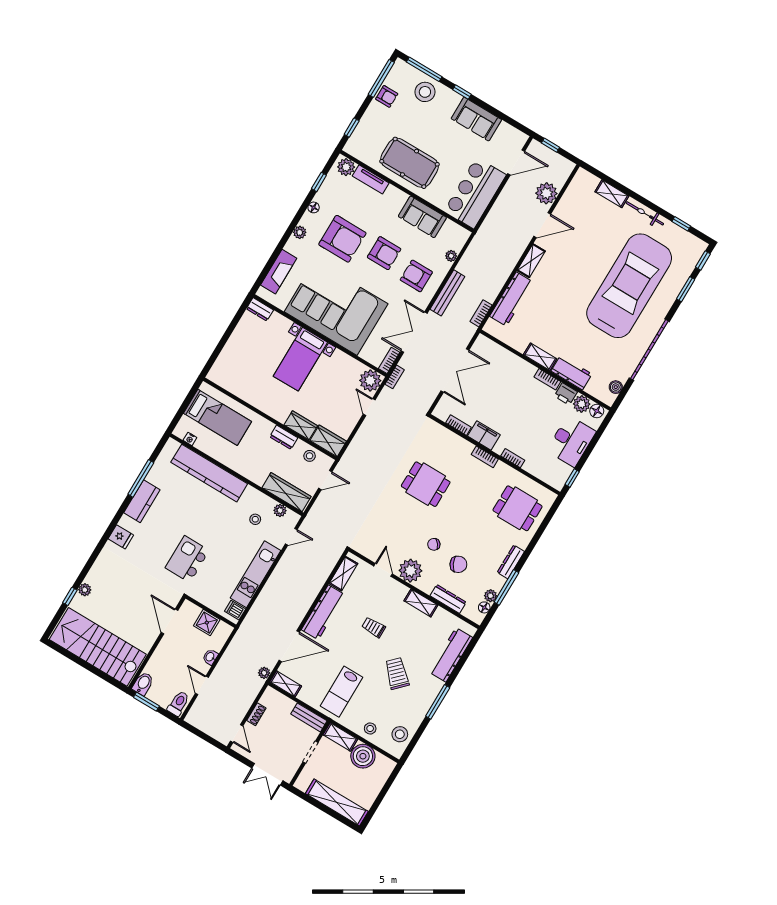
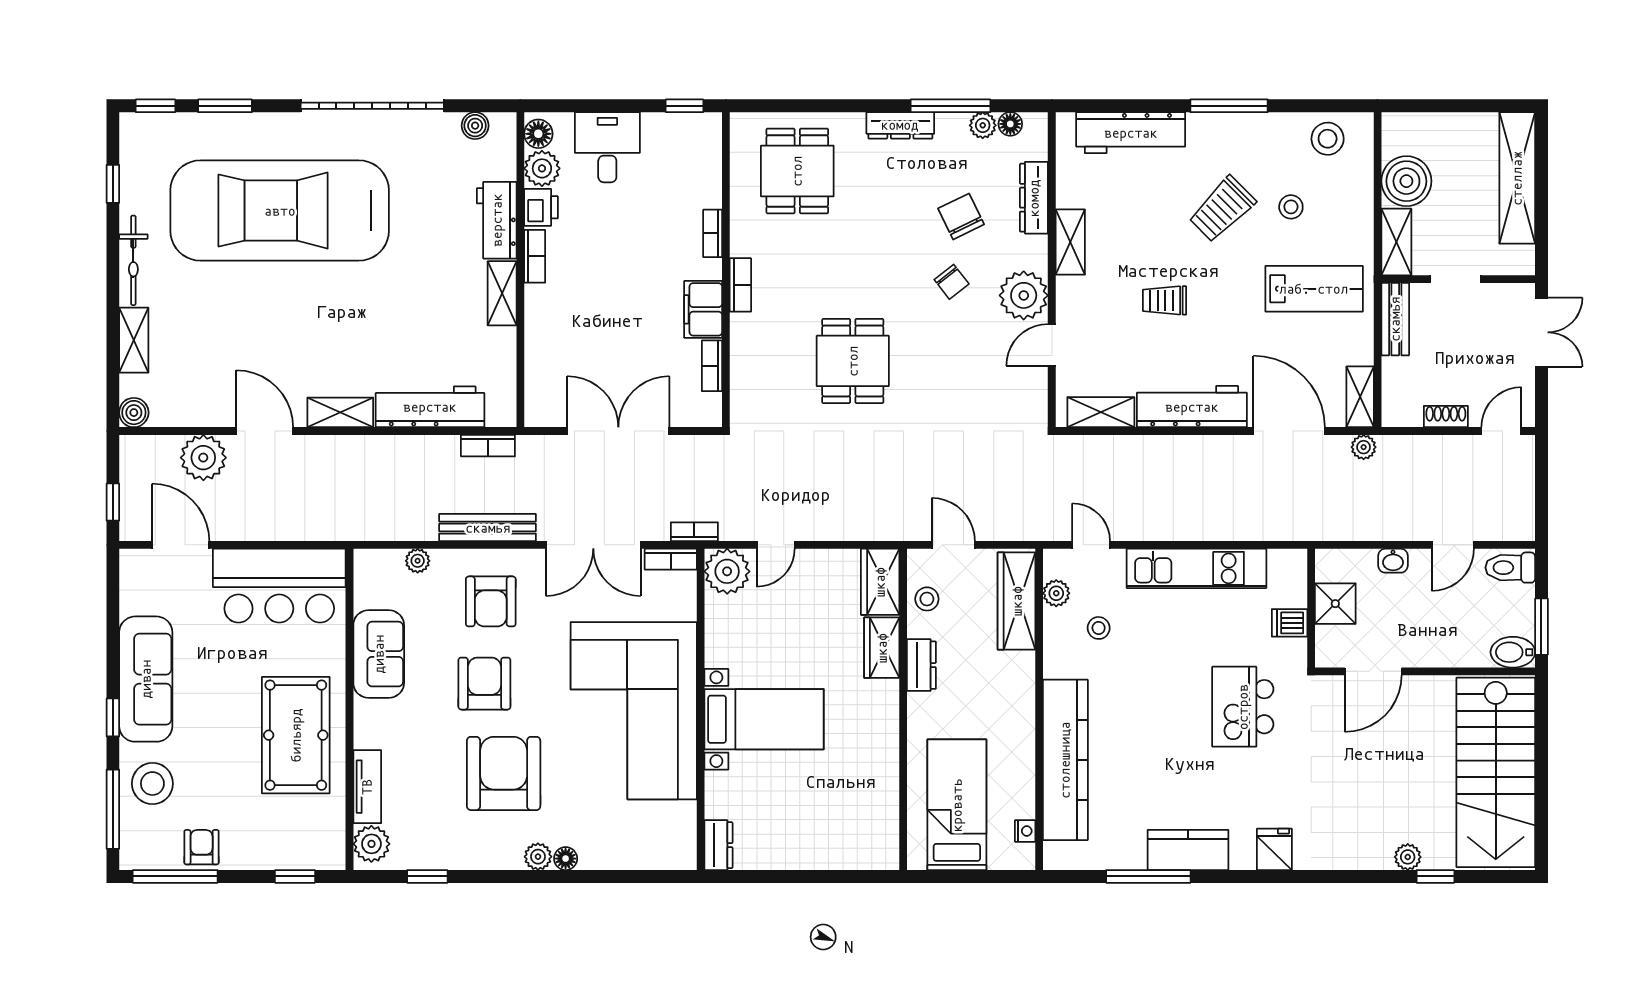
sofa: (476, 119) -> (146, 679), width x1.36
boiler: (582, 176) -> (134, 413), added
floor lamp: (314, 207) -> (566, 859), moved
fireplace: (279, 272) -> (631, 852), removed
desk: (571, 441) -> (607, 147), width x0.73
kitchen island: (187, 559) -> (1243, 707), turned 90
dishwasher: (235, 610) -> (1290, 623), moved, turned 90
trolley: (374, 627) -> (1165, 300), turned 90
stool: (370, 728) -> (1291, 207), moved

